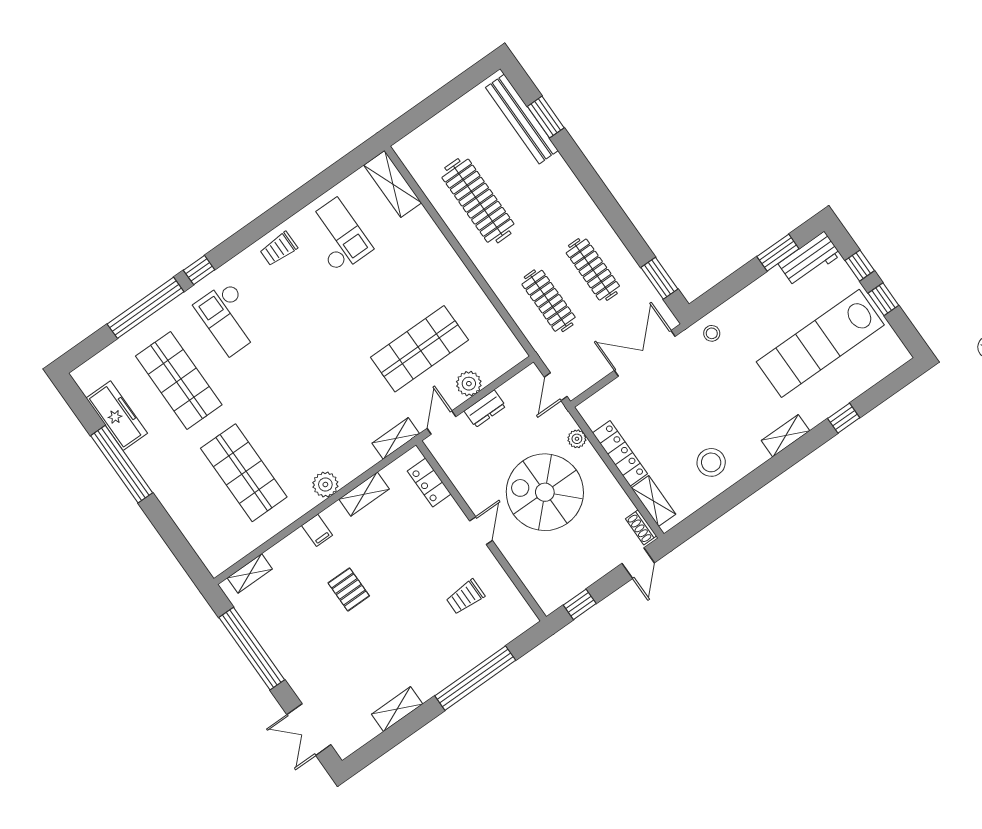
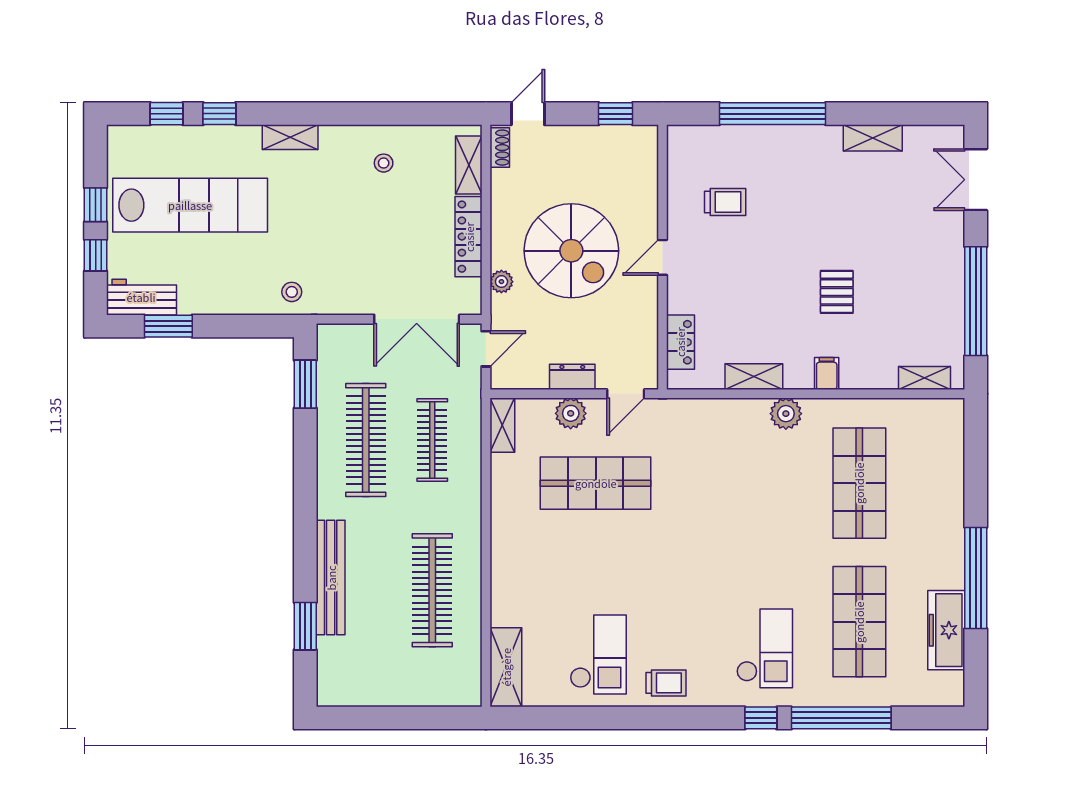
bench: (522, 119) -> (331, 578), moved
checkout: (337, 236) -> (598, 655), turned 180
clothes rail: (593, 269) -> (366, 440), width x1.37, depth x1.31
double door: (645, 353) -> (417, 319), moved
window: (879, 393) -> (166, 114), added
shelving: (396, 438) -> (502, 425), moved, turned 90
stool: (711, 462) -> (384, 163), width x0.53, depth x0.53
double door: (309, 730) -> (976, 180), swing flipped

